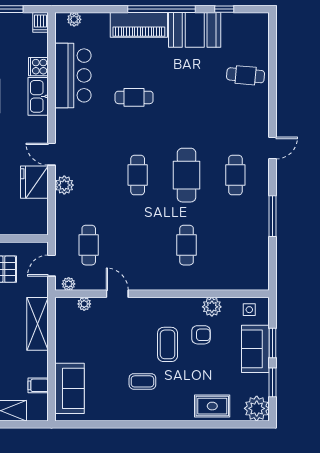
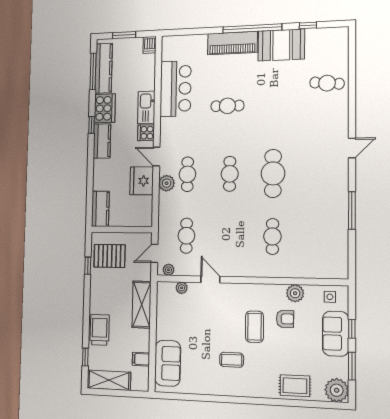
plant: (74, 19) -> (178, 41), removed
cooker: (38, 67) -> (146, 133), moved
cafe table: (235, 175) -> (187, 174), moved
window: (273, 343) -> (352, 329), width x0.67

